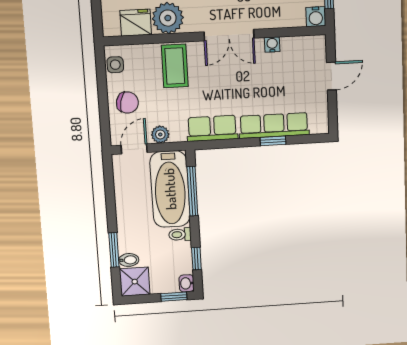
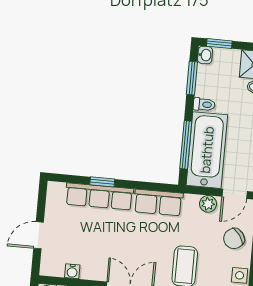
water cooler: (272, 45) -> (72, 271), moved
chair: (127, 103) -> (234, 239), turned -49
window: (196, 259) -> (192, 78), width x1.50

